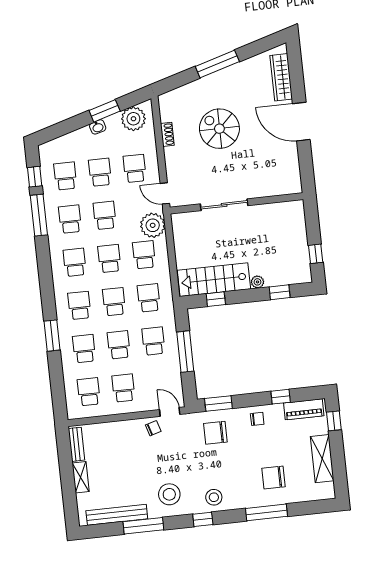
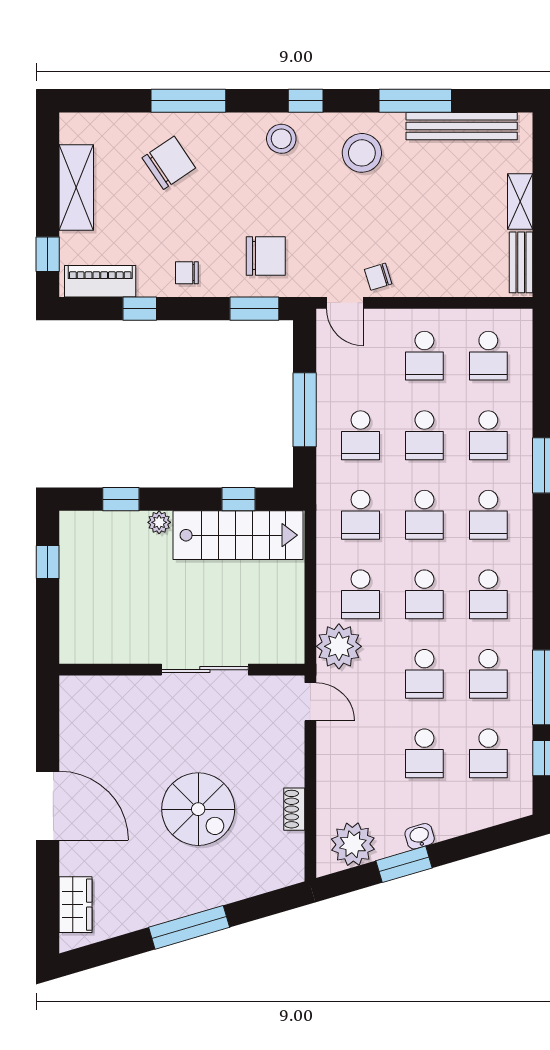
wardrobe: (281, 77) -> (75, 905), width x0.67
school desk: (135, 168) -> (360, 753), removed
chair: (273, 478) -> (169, 163), turned -34

